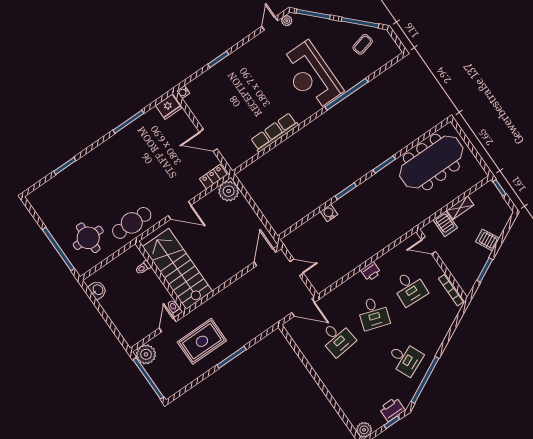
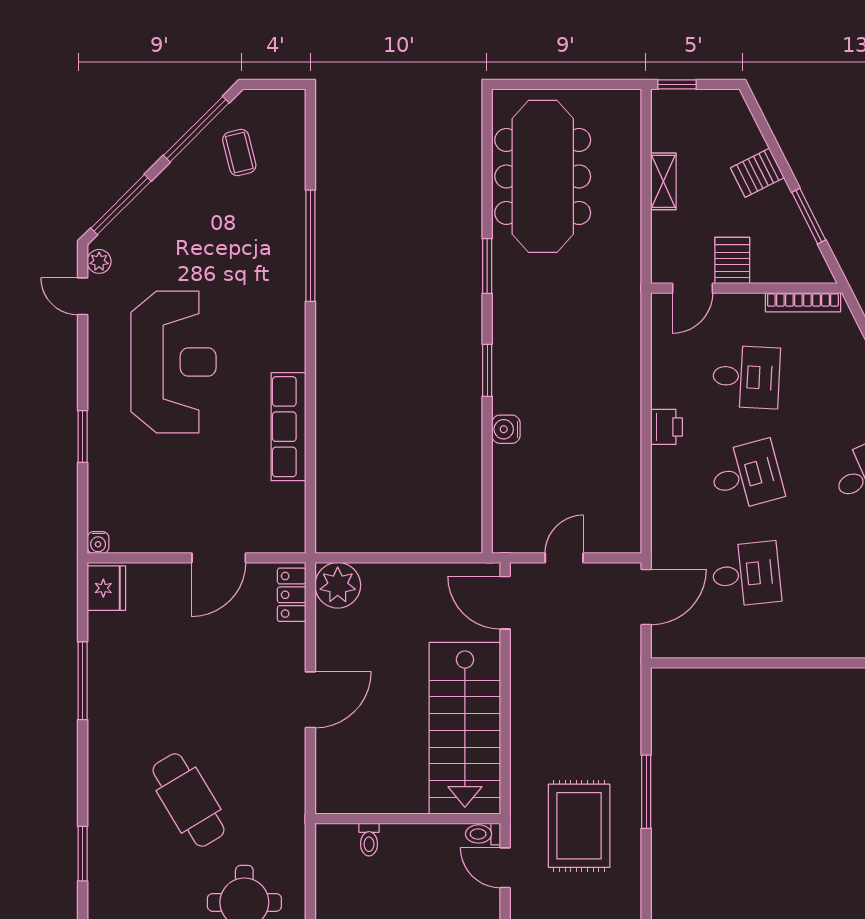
reception desk: (311, 76) -> (173, 362), moved, turned -90
cafe table: (132, 223) -> (188, 800), moved, turned -31
server rack: (445, 224) -> (732, 261), moved, turned -90
stairs: (177, 269) -> (465, 728), moved, turned -90
desk: (373, 313) -> (746, 476), turned -33

